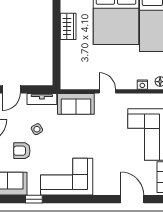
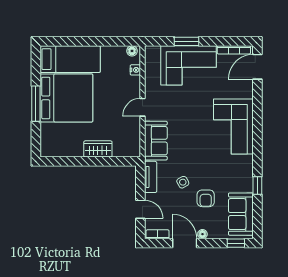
wardrobe: (68, 26) -> (98, 149), moved
corner sofa: (67, 177) -> (233, 126), moved
door: (132, 199) -> (257, 67), moved

